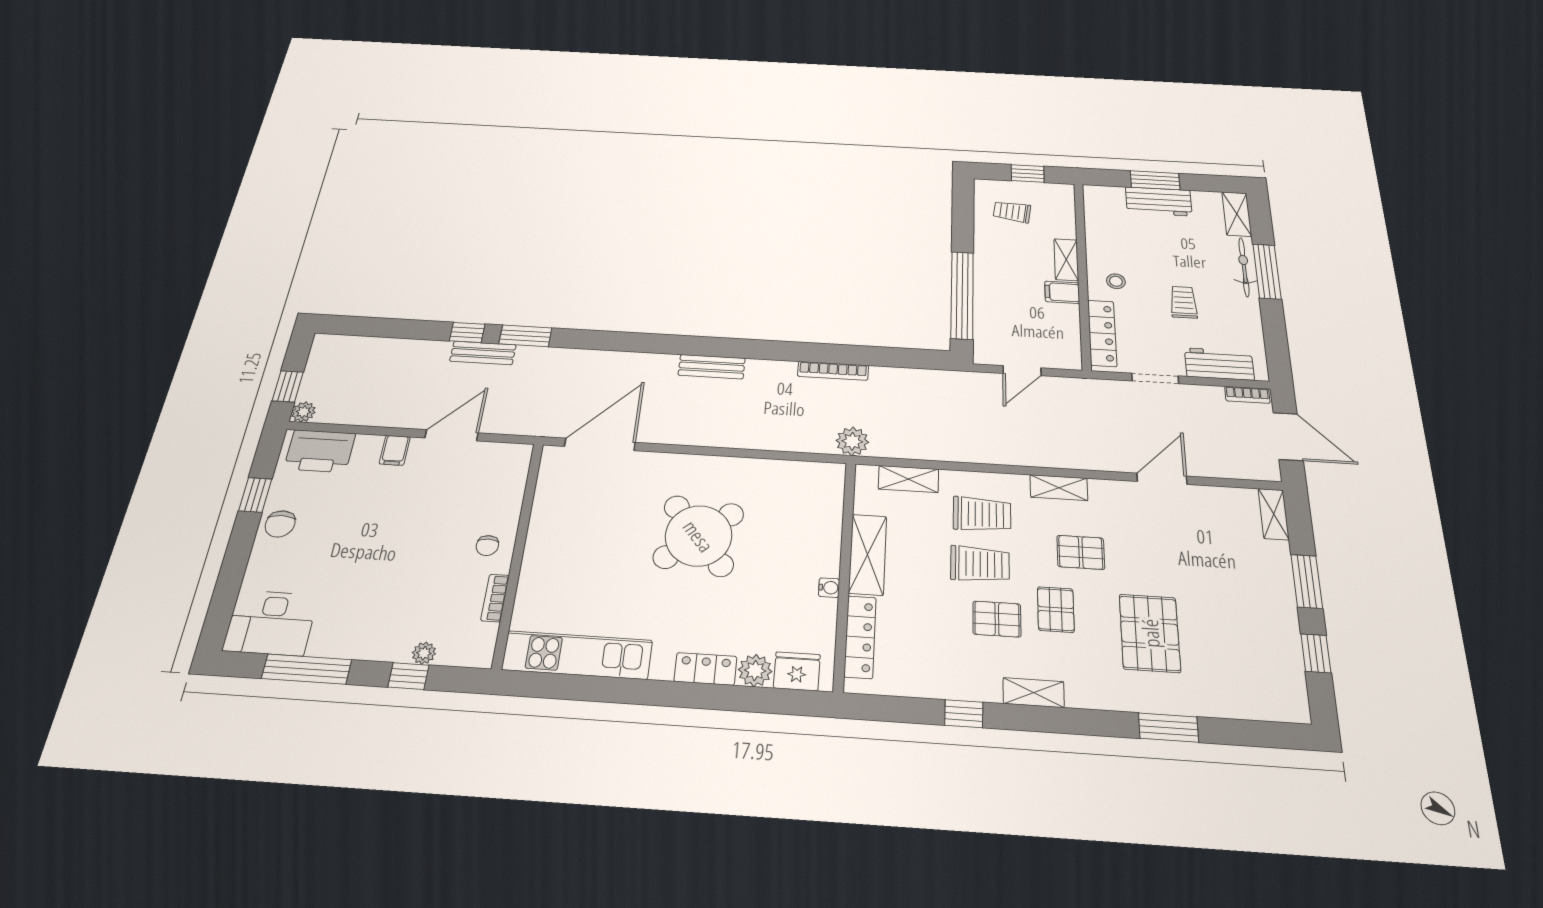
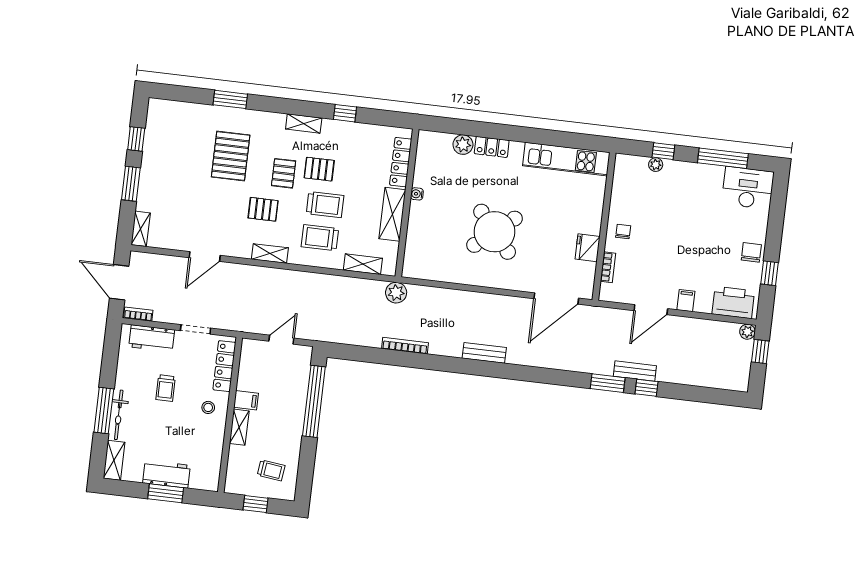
trolley: (980, 564) -> (325, 205), turned 180
bookcase: (495, 598) -> (608, 267), moved
fridge: (797, 671) -> (588, 248), moved, turned 90

